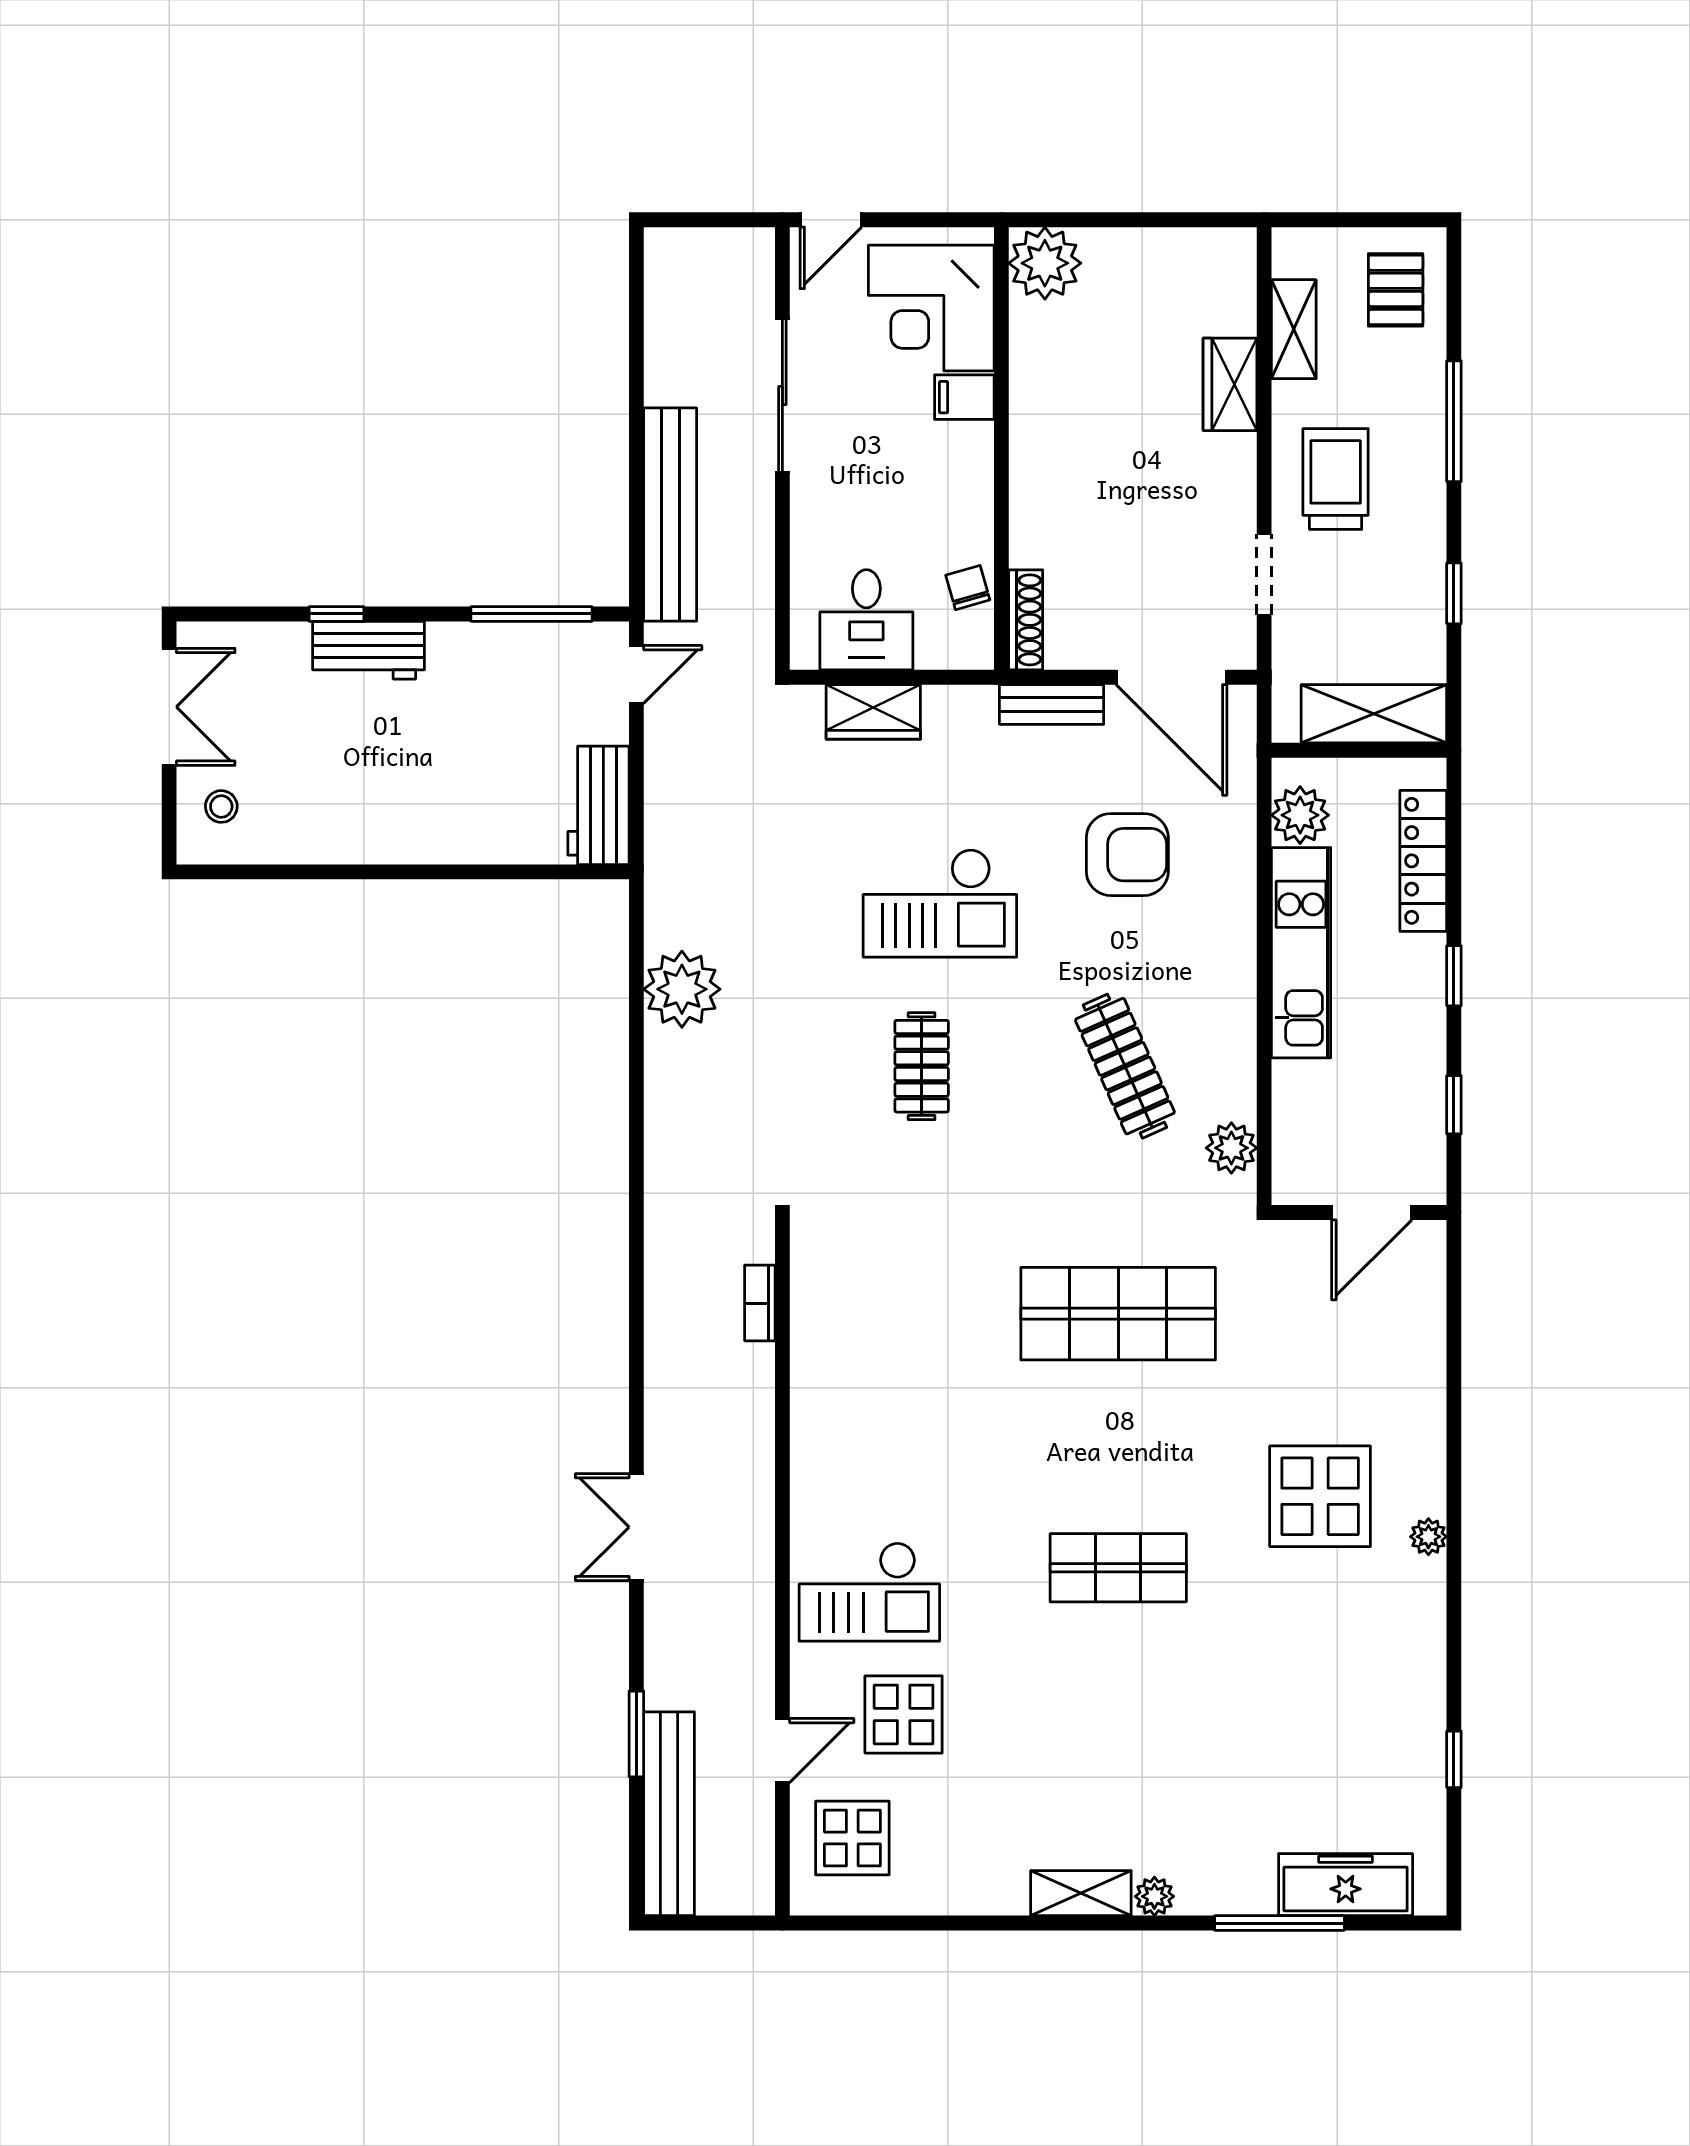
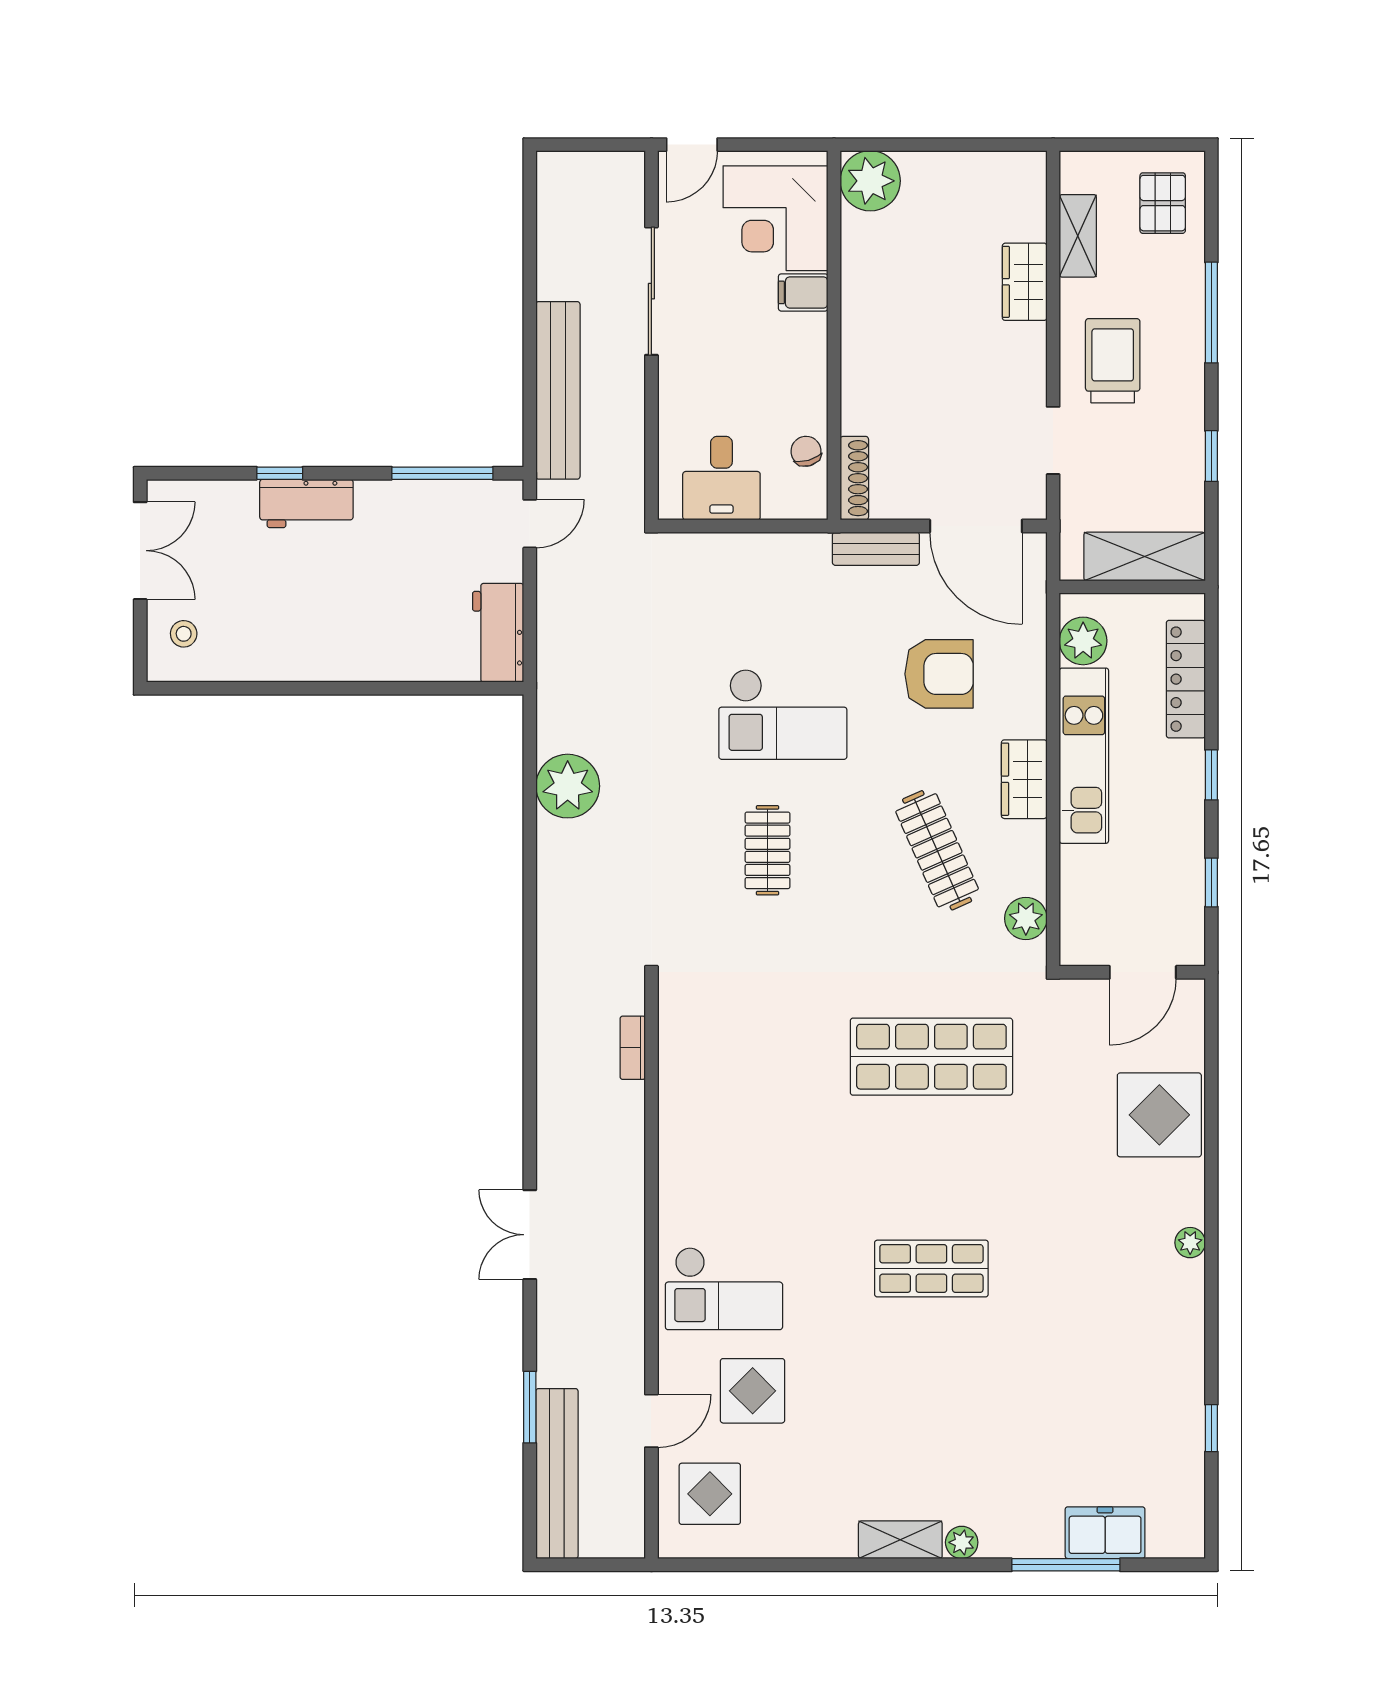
wardrobe: (873, 712) -> (1024, 779), moved, turned 90
display table: (1320, 1496) -> (1159, 1115), moved
freezer: (1346, 1885) -> (1105, 1533), width x0.71

